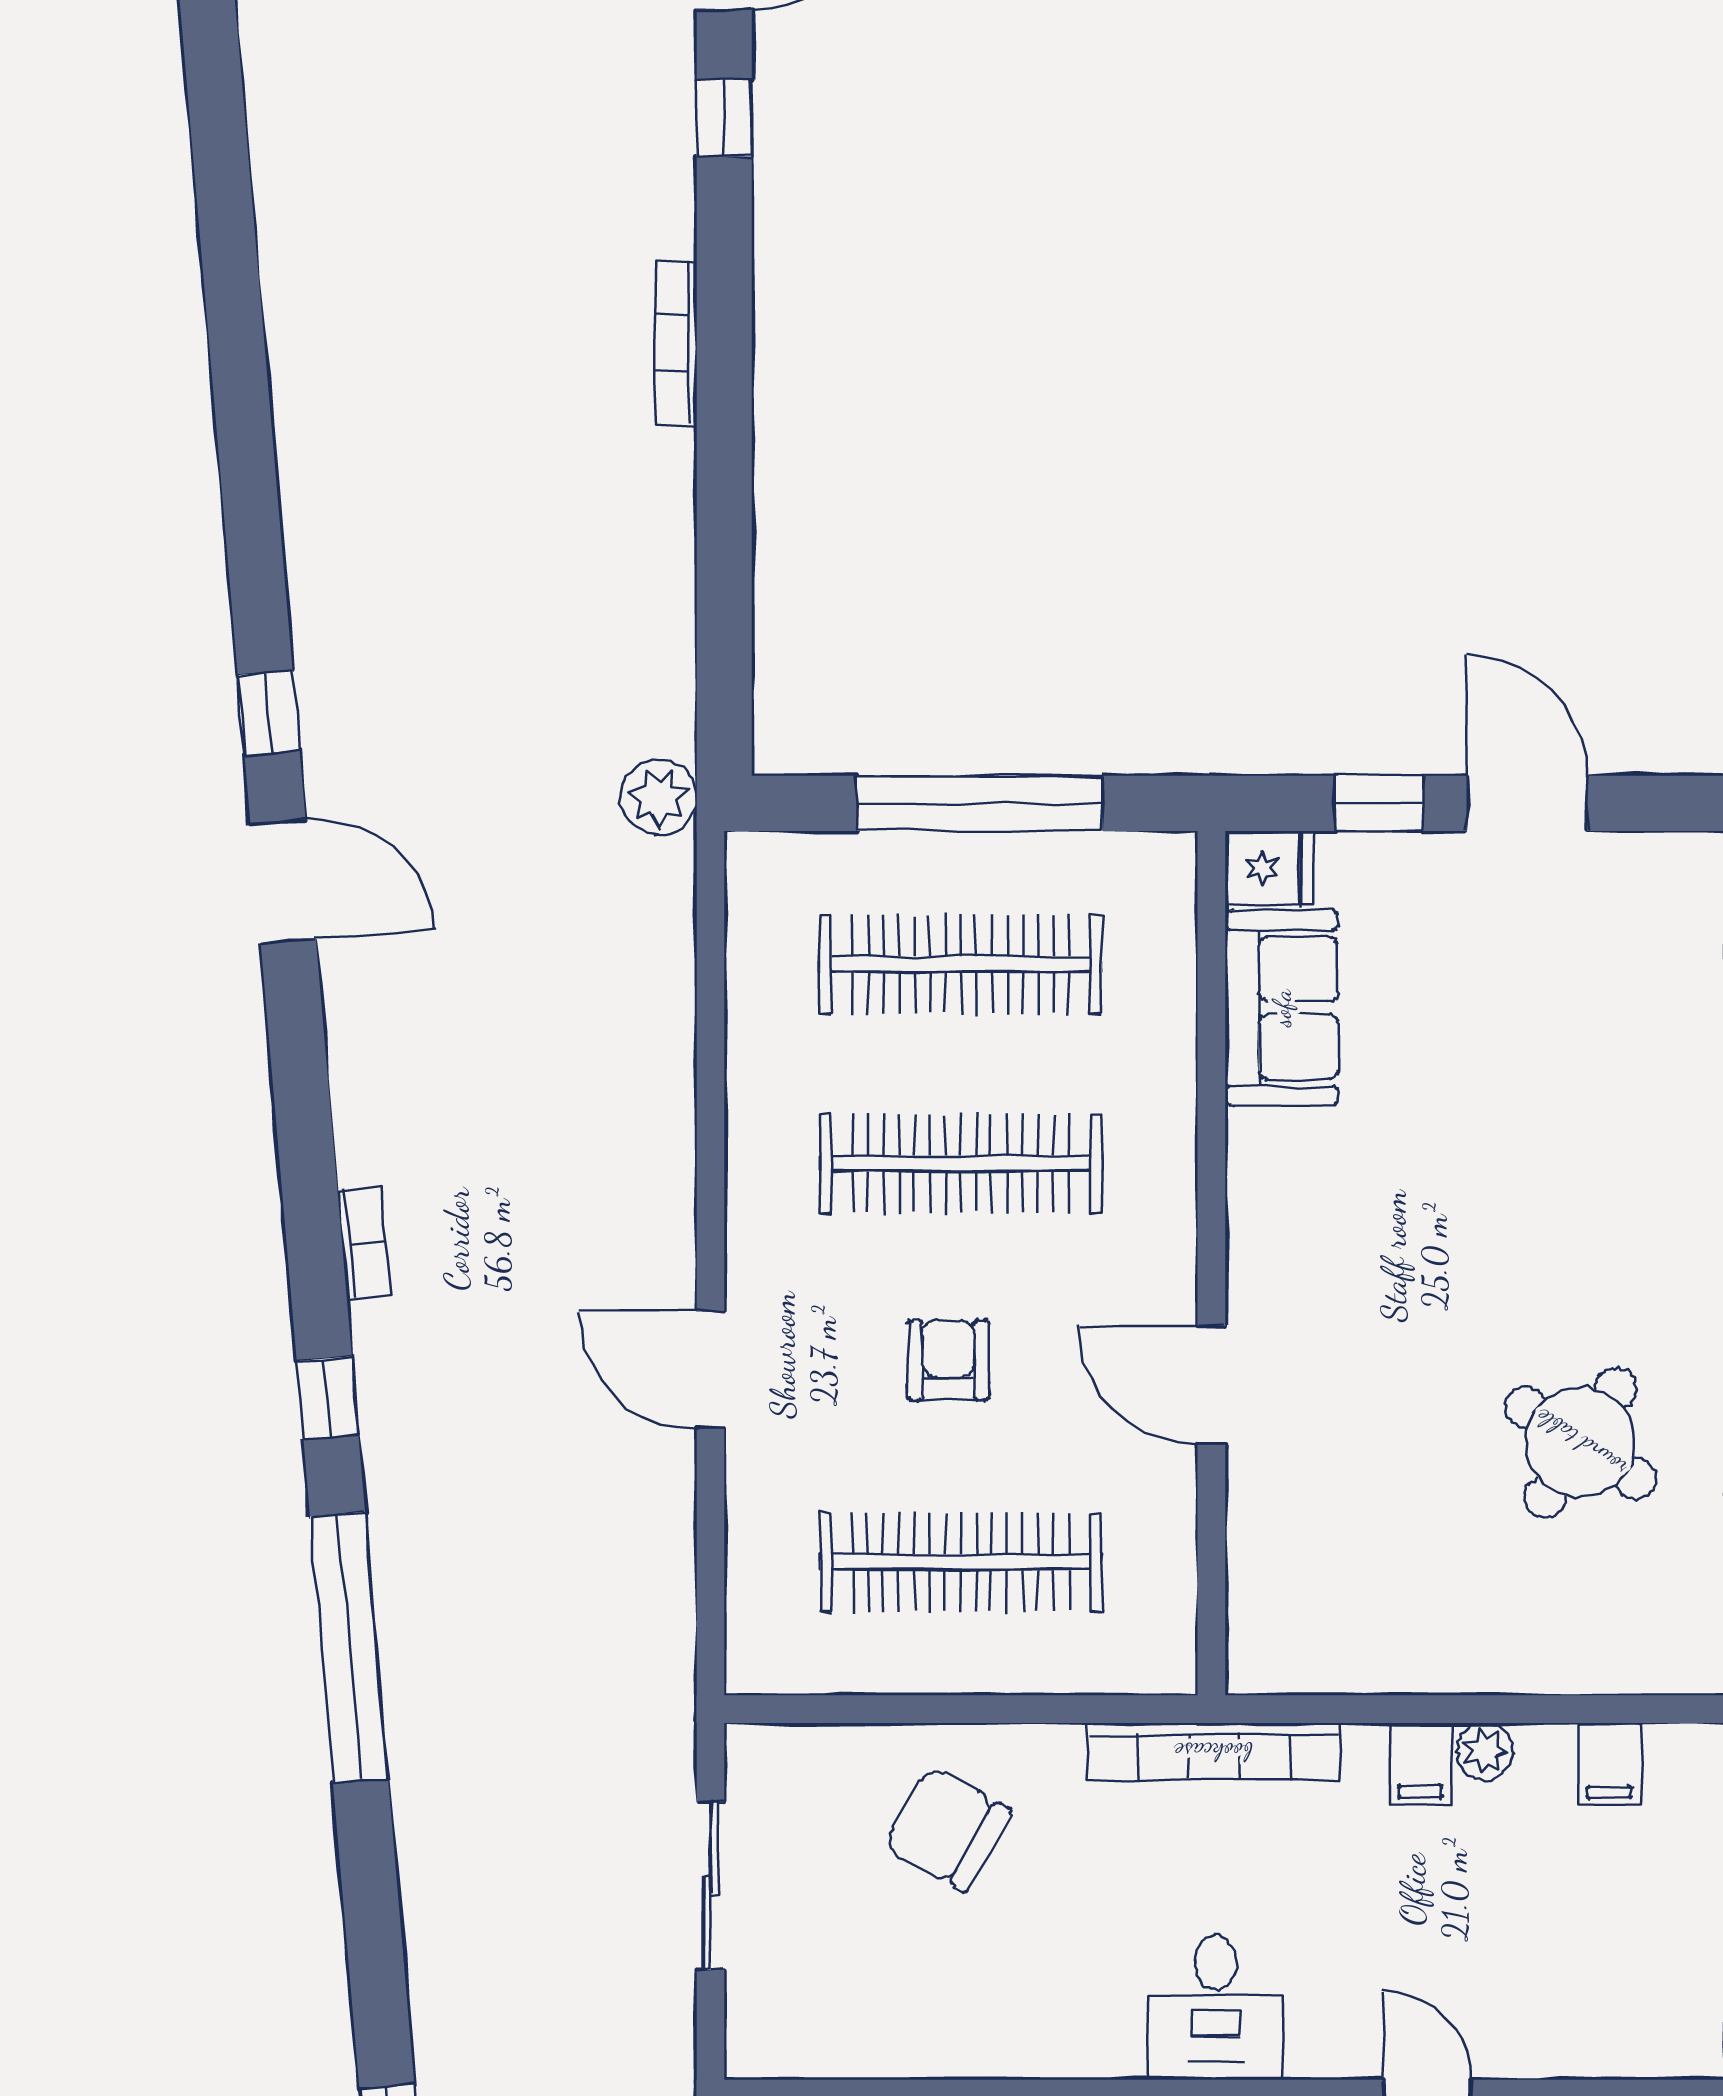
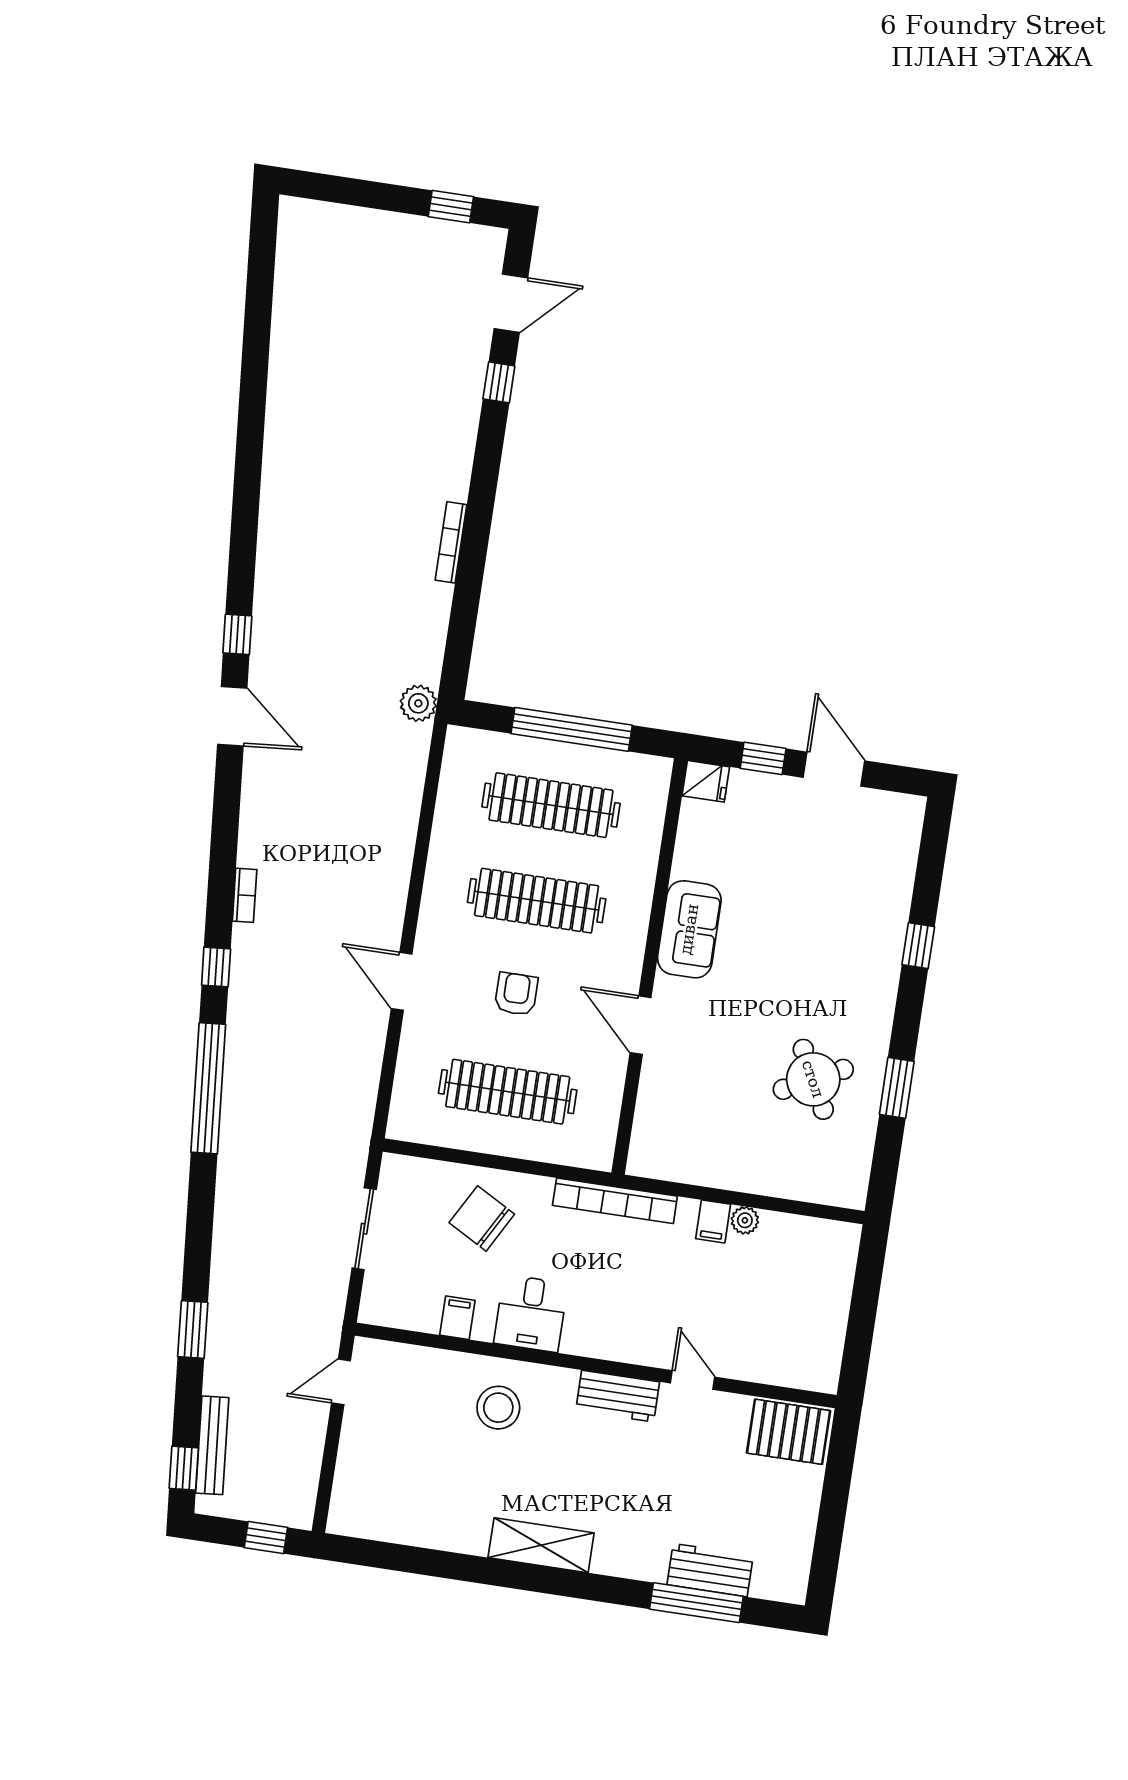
bookcase: (676, 343) -> (451, 542), moved
sofa: (1282, 1008) -> (689, 929), moved
round table: (1581, 1443) -> (813, 1079), turned 30
filing cabinet: (1609, 1764) -> (457, 1318), moved, turned 180
desk: (1215, 2007) -> (531, 1313), moved

